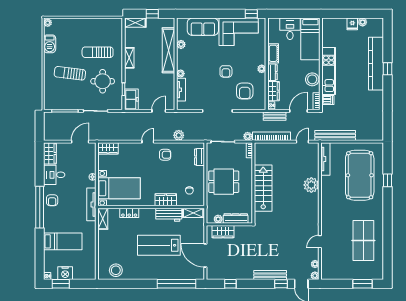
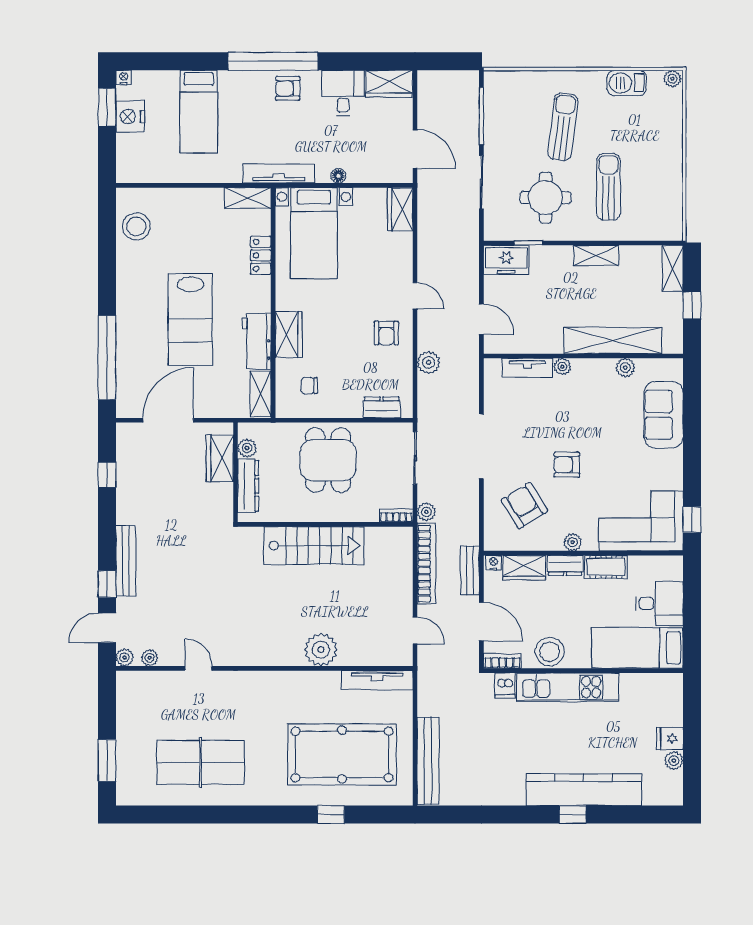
corner sofa: (239, 32) -> (641, 521), moved, turned 90
armchair: (245, 91) -> (524, 506), turned 58
bench: (335, 135) -> (428, 761), moved
lab bench: (159, 245) -> (190, 319), turned 180

